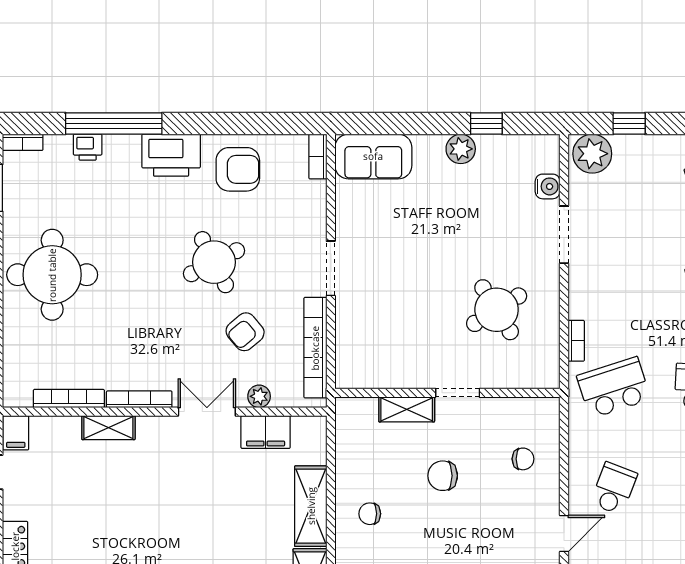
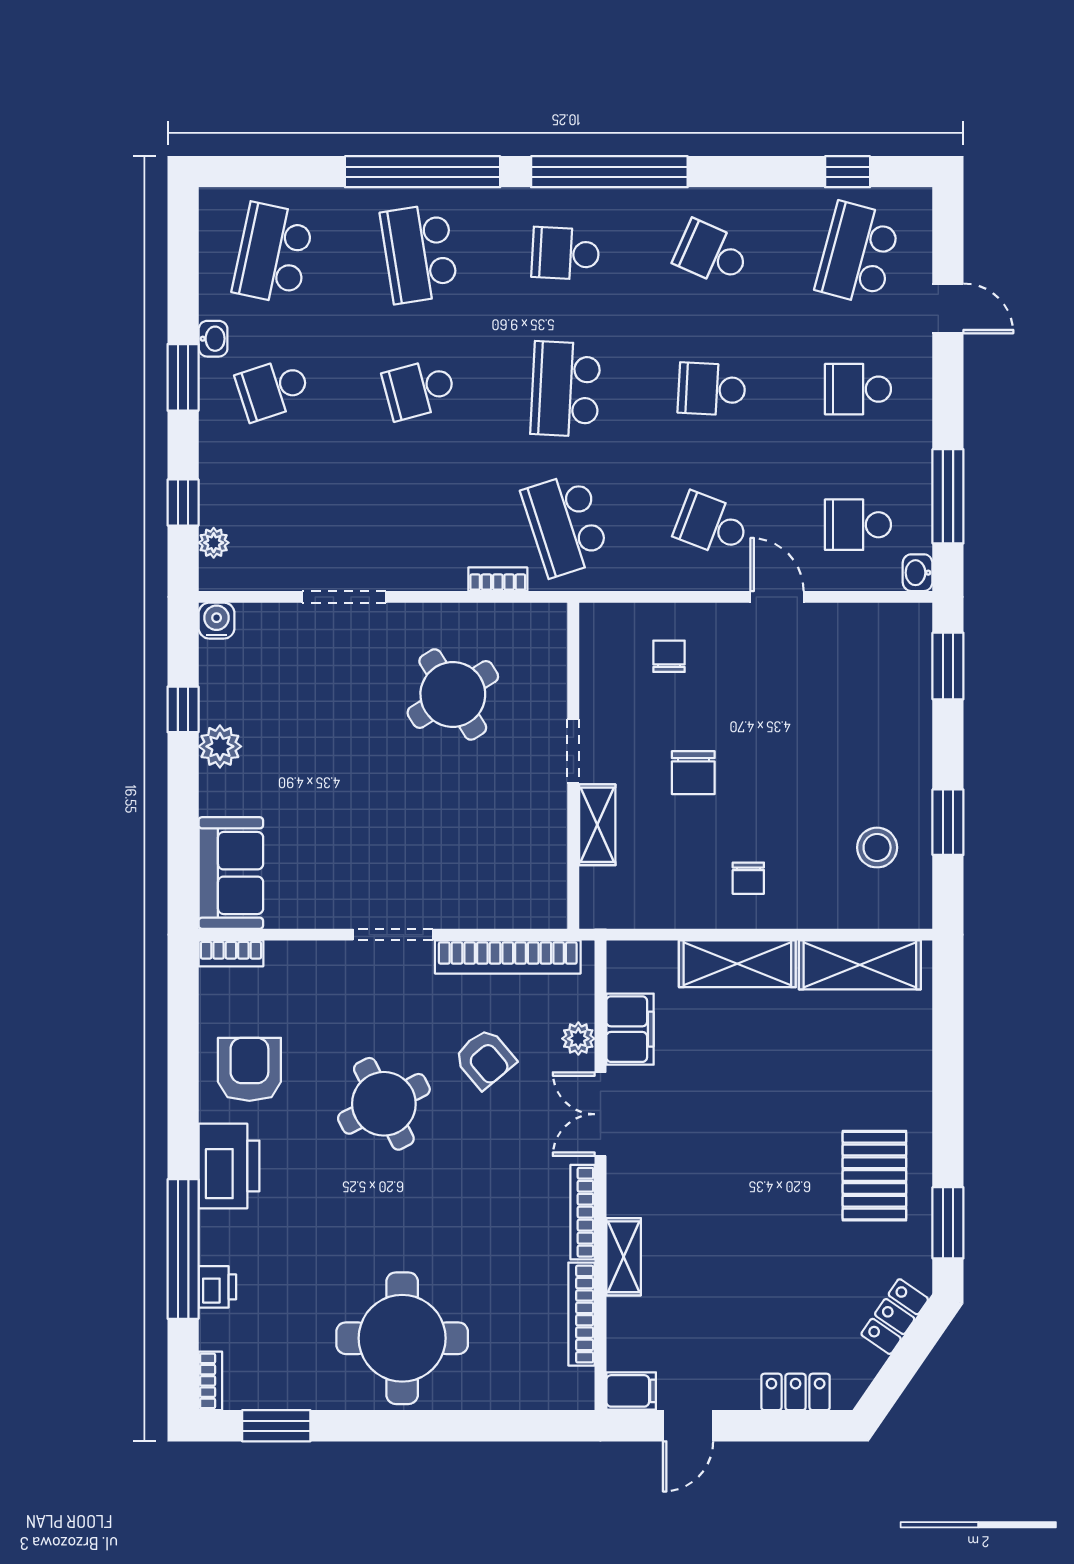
plant: (592, 154) -> (214, 543), width x0.53, depth x0.53
water cooler: (548, 186) -> (217, 621), moved

